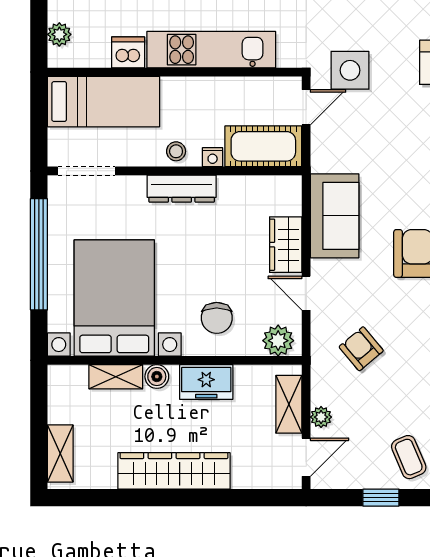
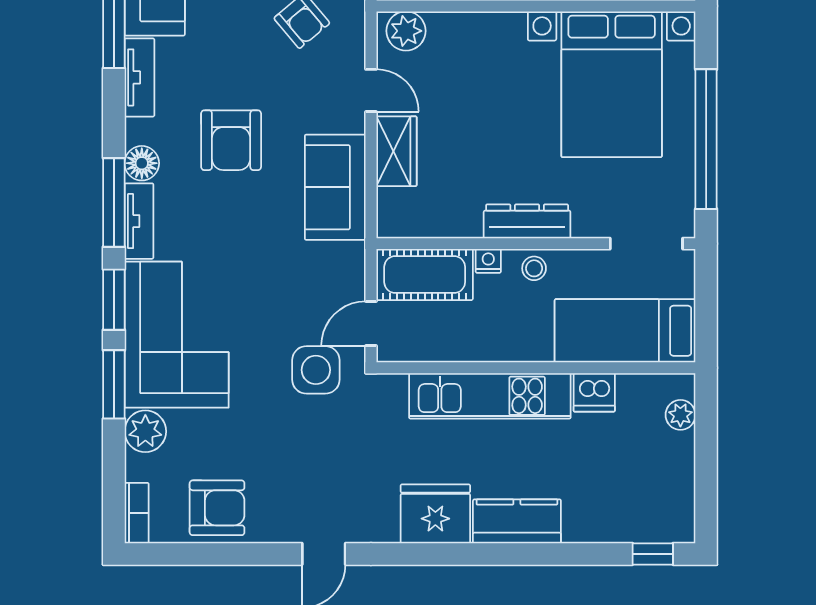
chair: (217, 318) -> (483, 59), removed

